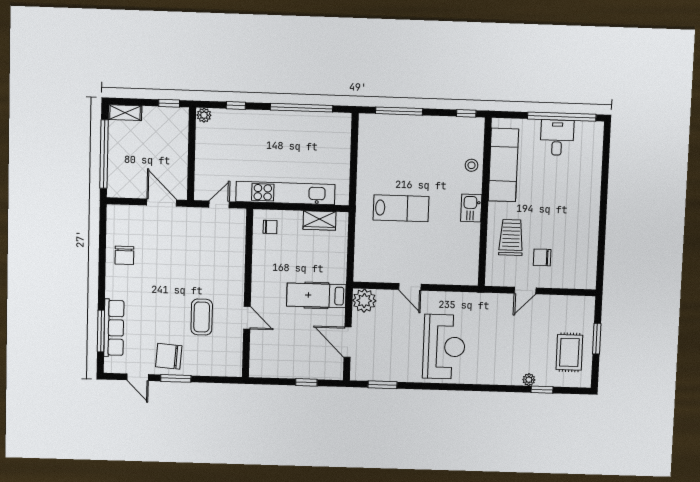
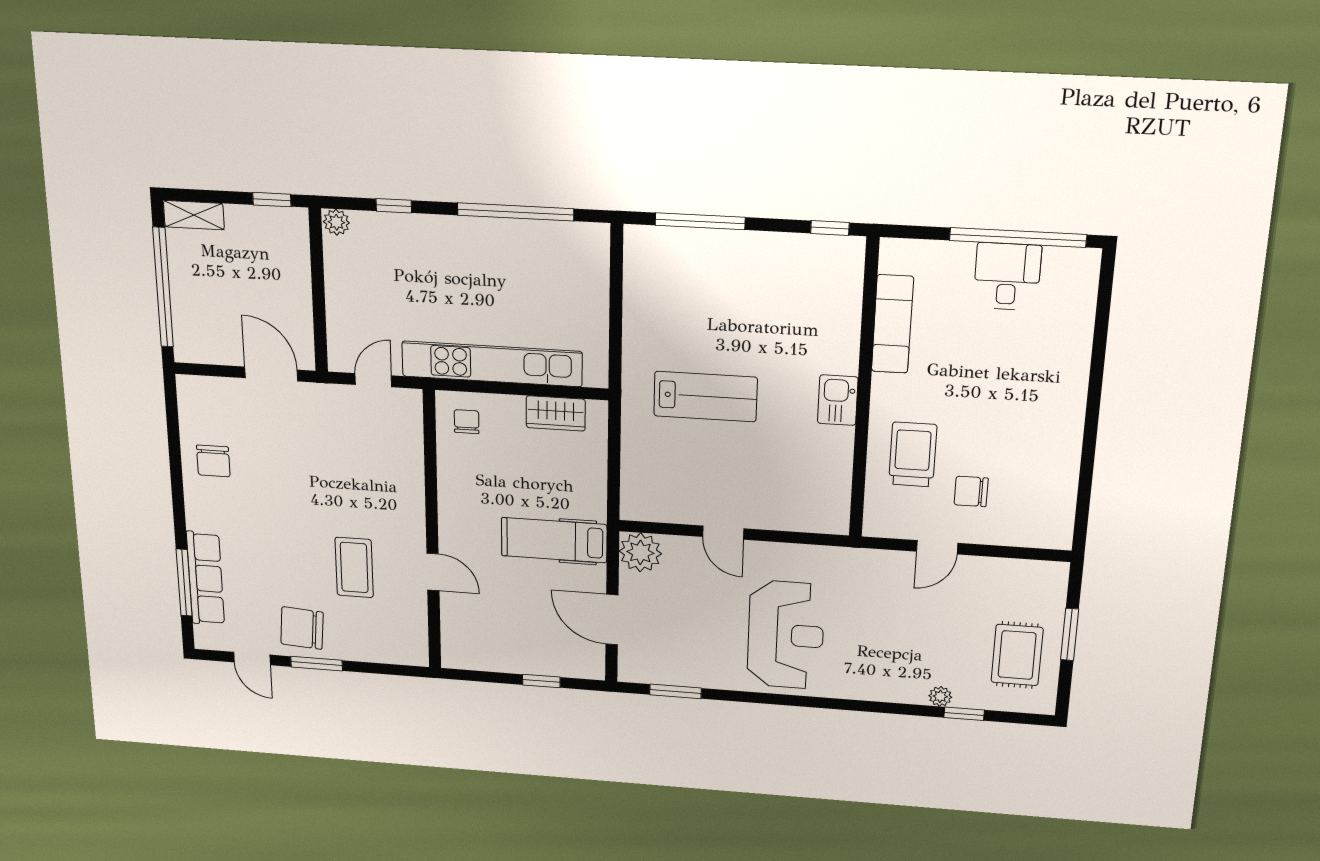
stool: (472, 165) -> (839, 324), removed
exam couch: (503, 165) -> (892, 324), width x0.73, depth x0.69
chair: (270, 227) -> (467, 422), turned -90

